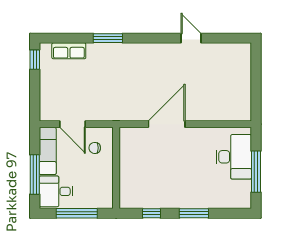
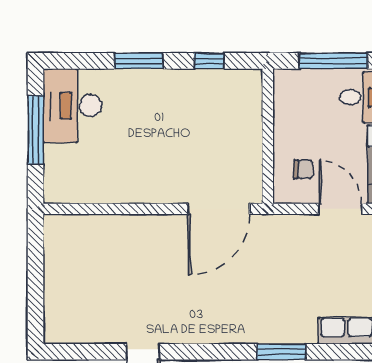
door: (167, 124) -> (219, 209), moved
desk: (234, 157) -> (72, 106), moved

